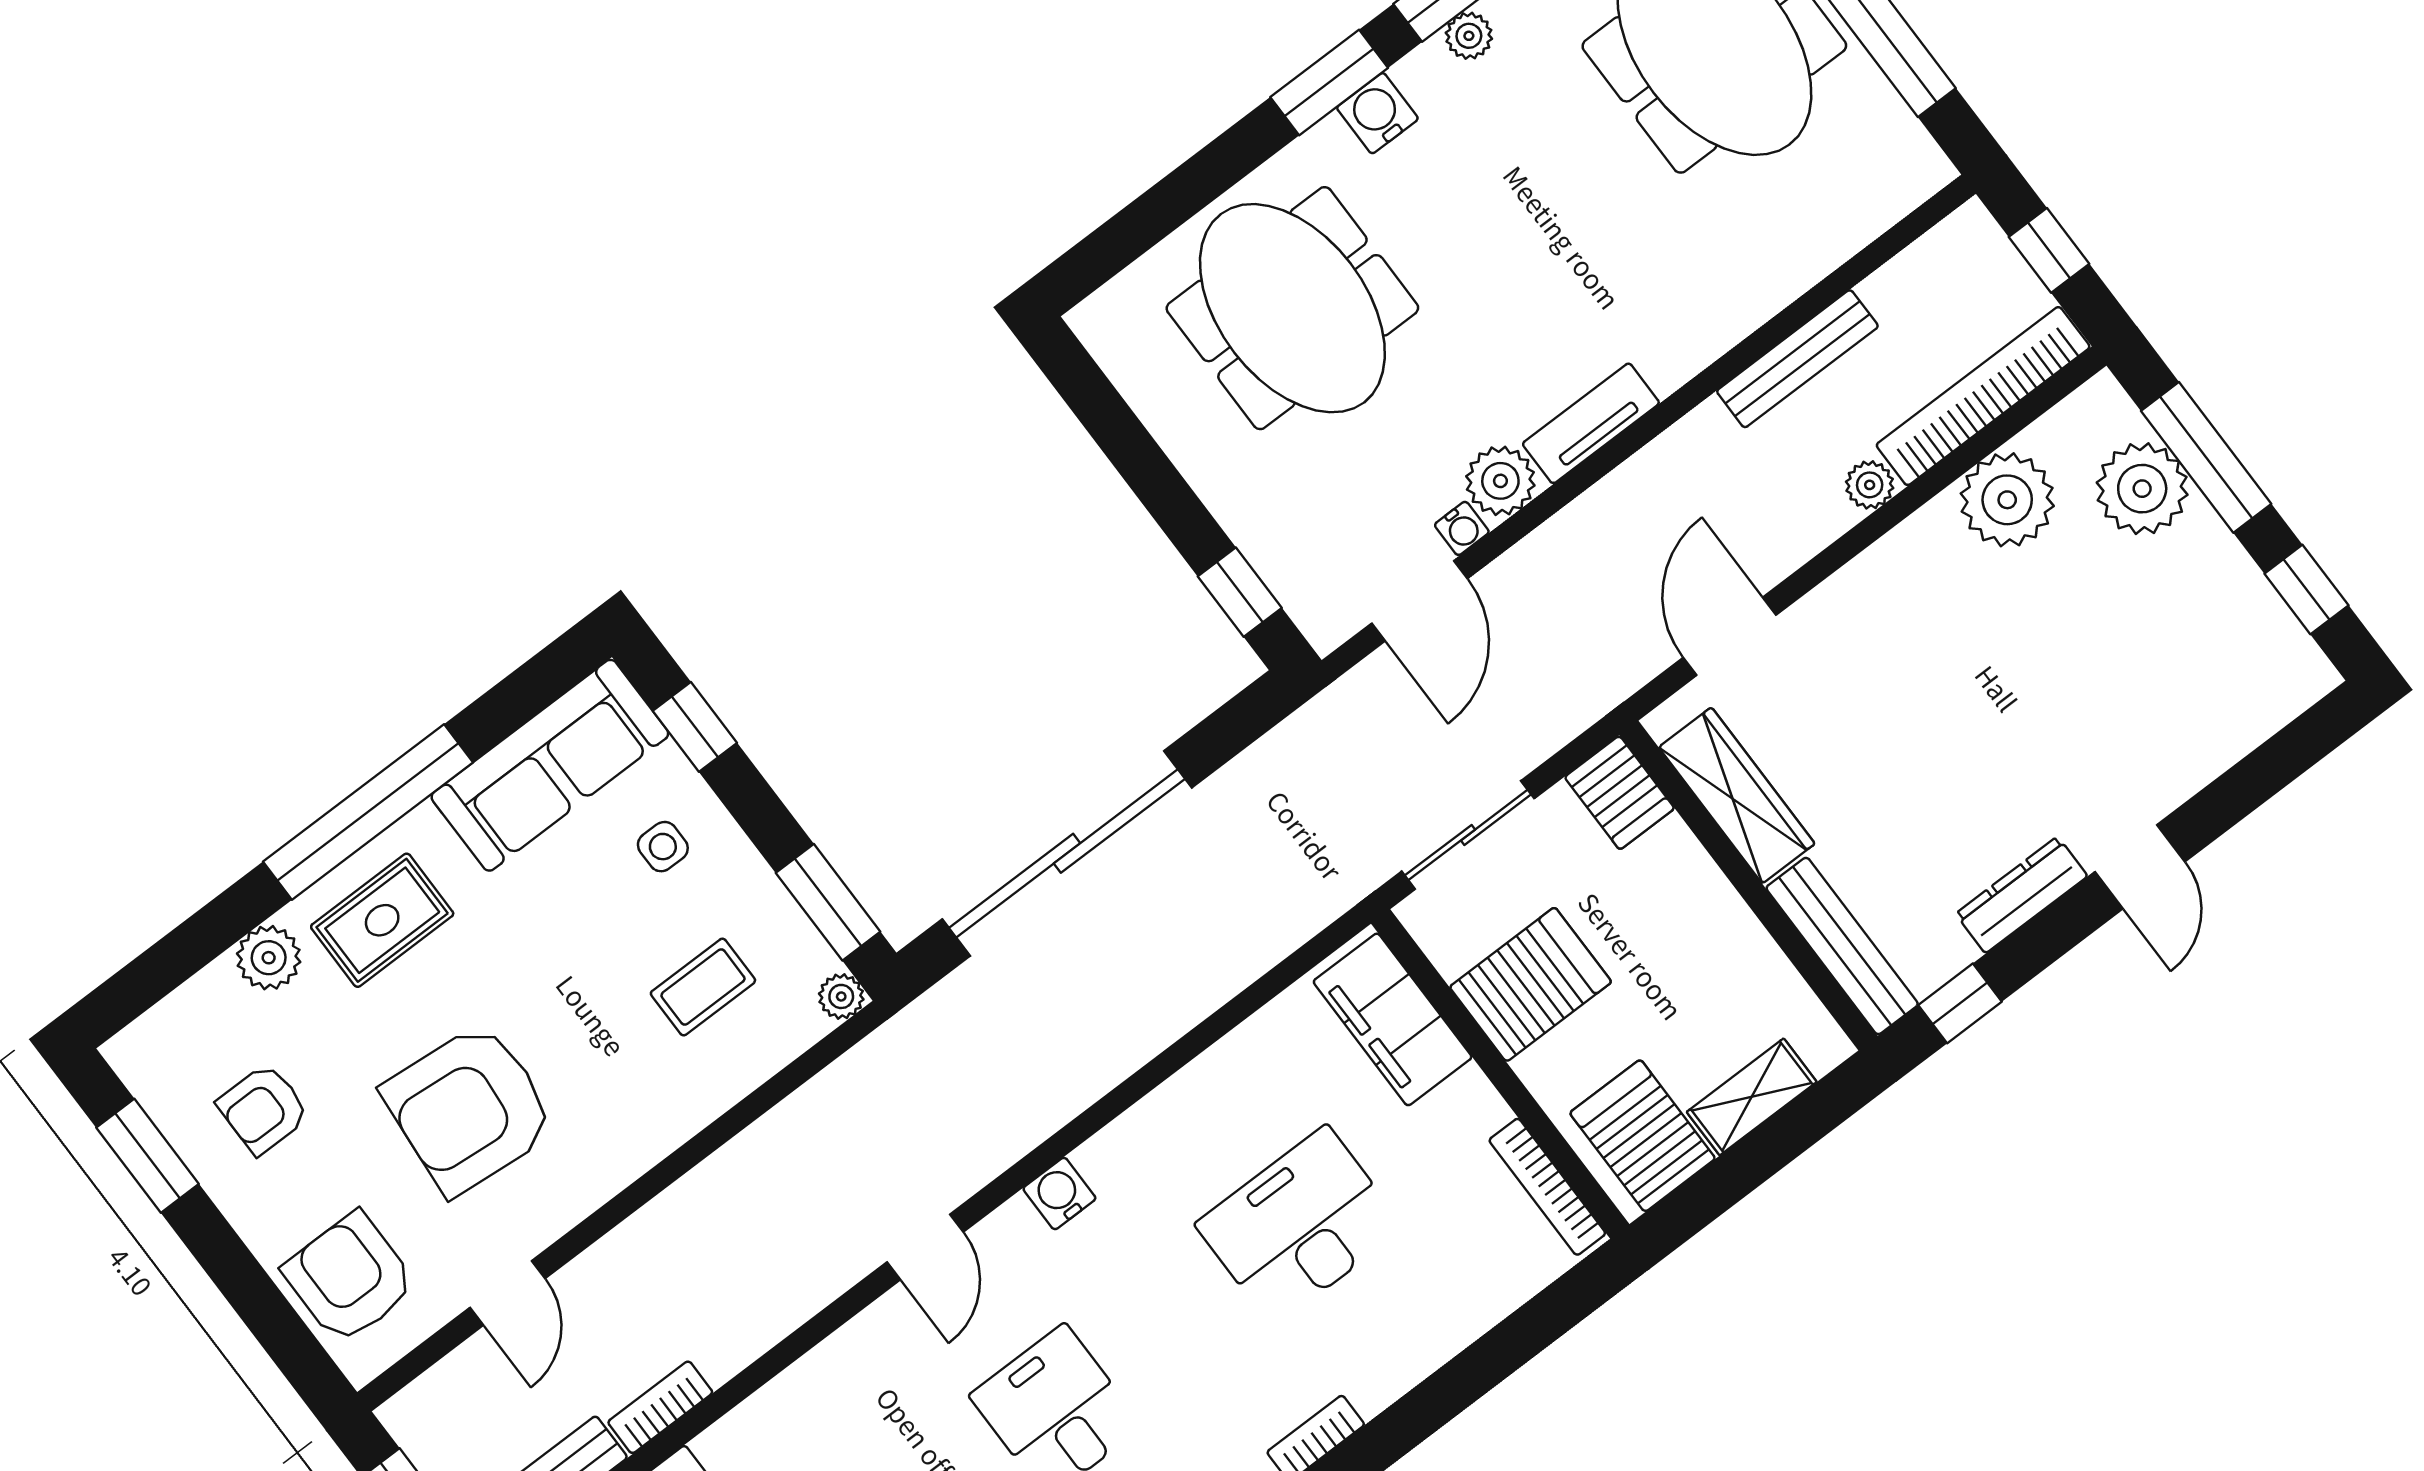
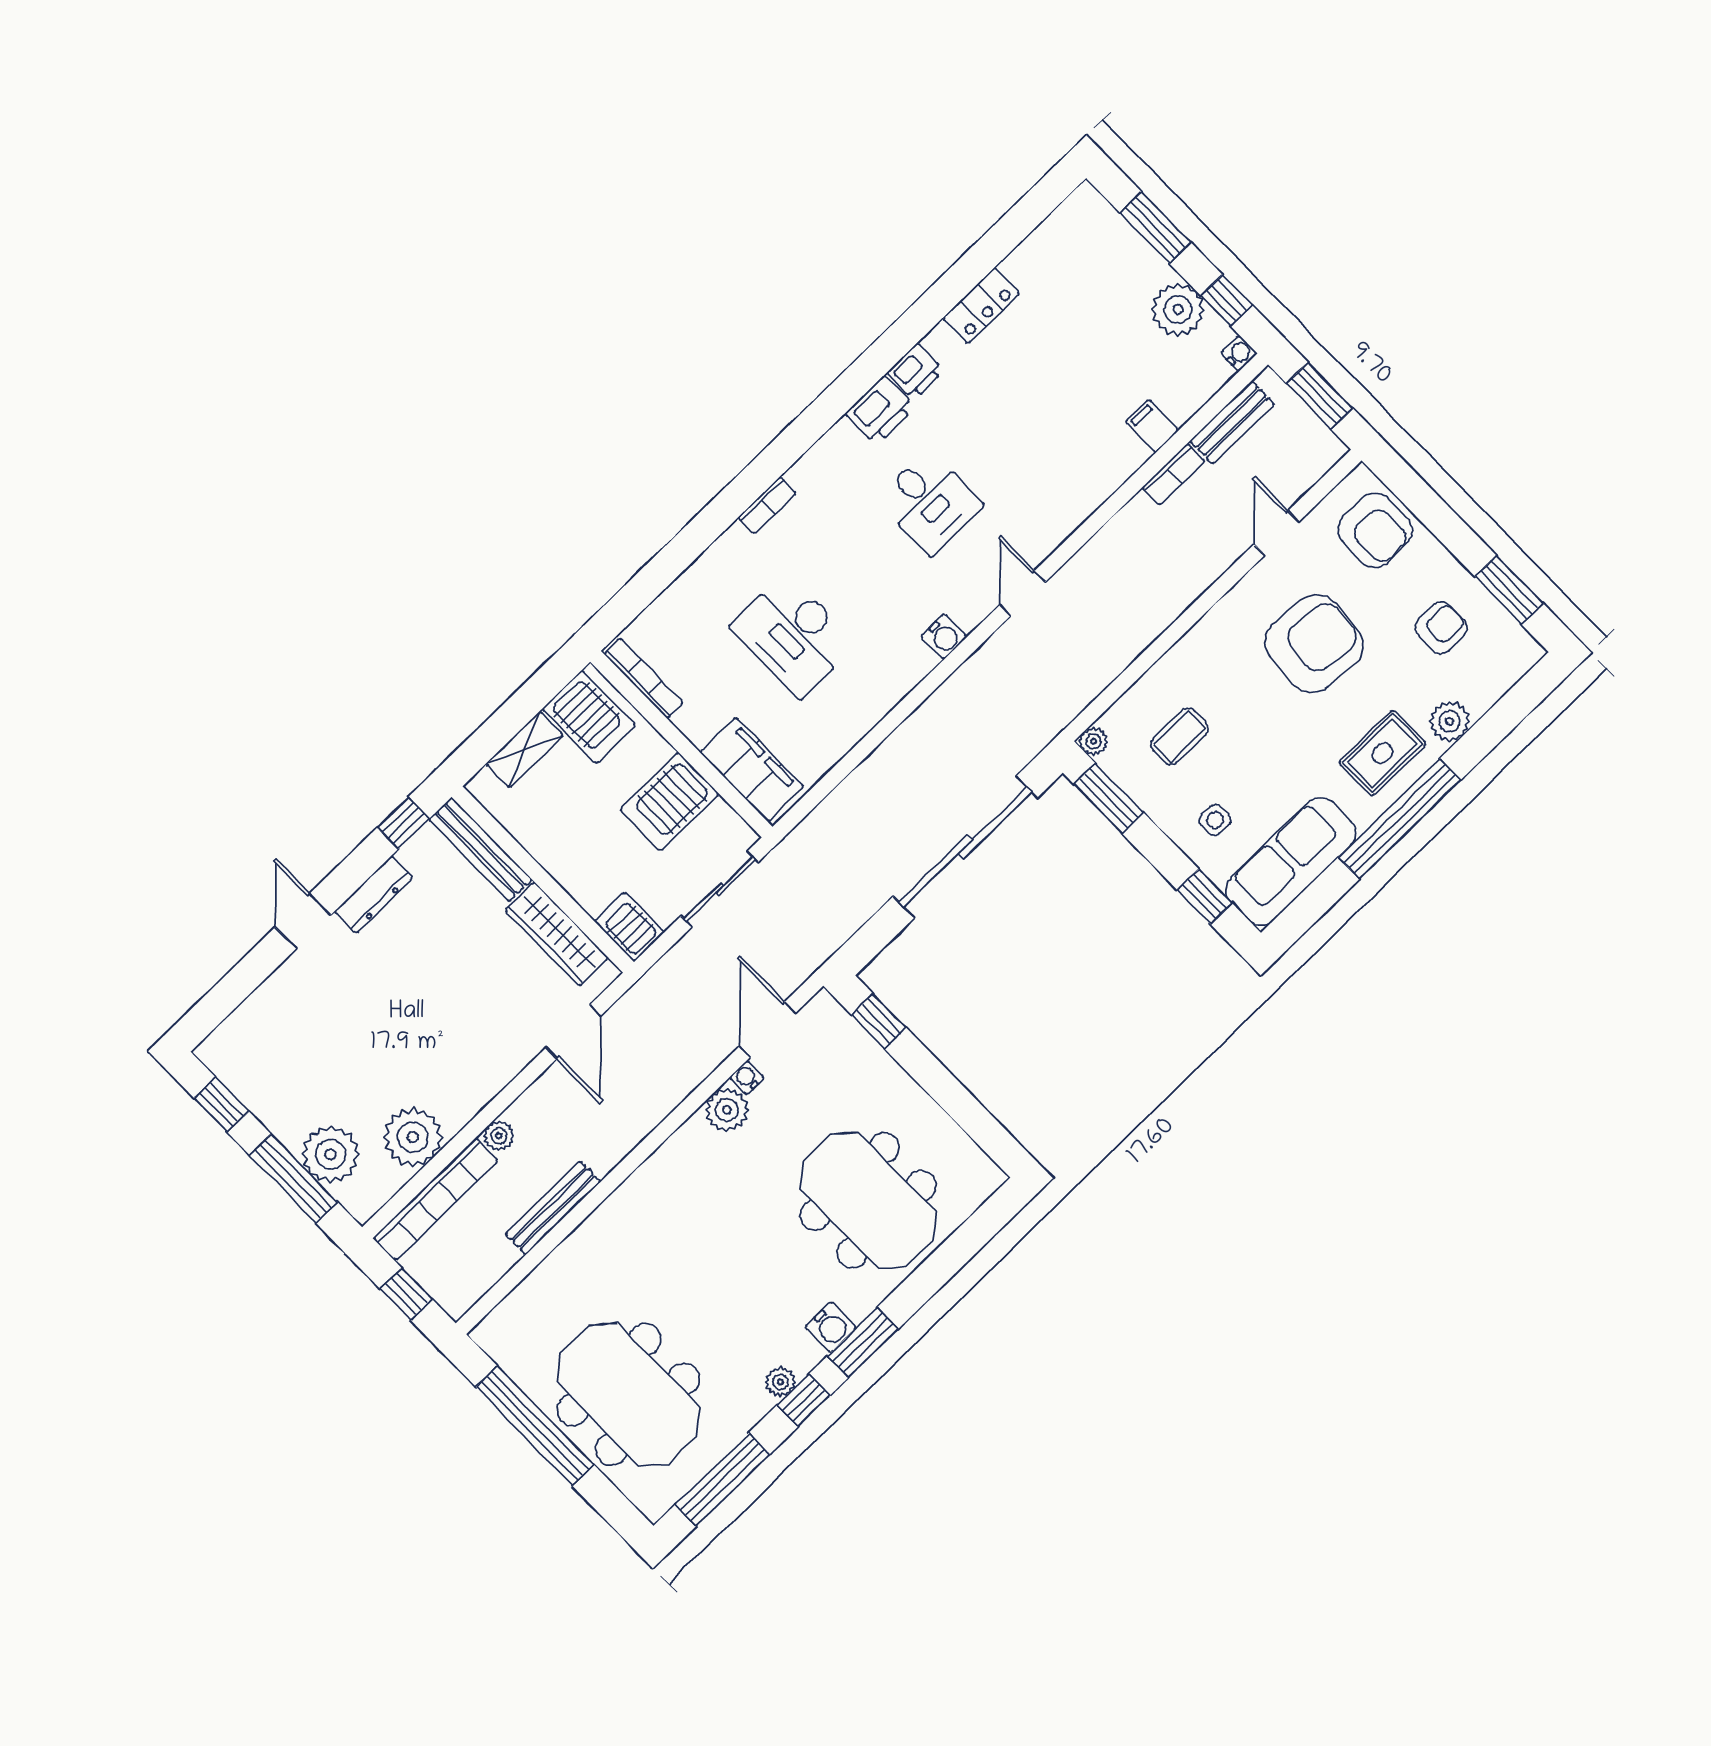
tv unit: (1591, 423) -> (675, 1152), removed
desk: (1300, 1226) -> (793, 635), turned 90

